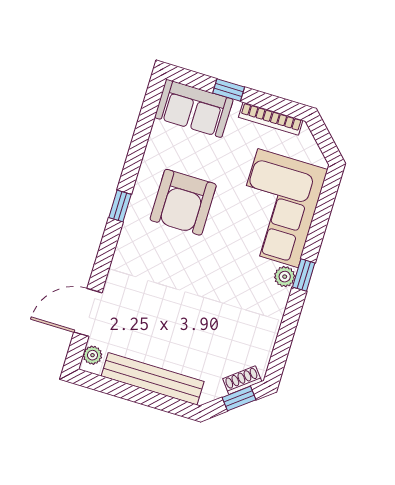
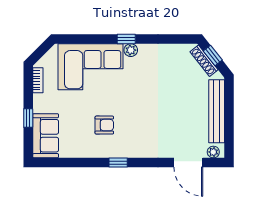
bookcase: (271, 119) -> (38, 80), width x0.64
armchair: (183, 202) -> (104, 125), width x0.53, depth x0.53
shoe rack: (242, 380) -> (204, 61), width x1.43

